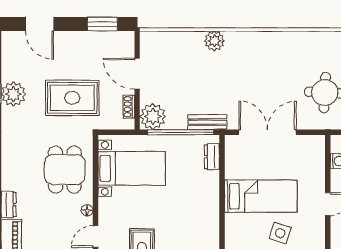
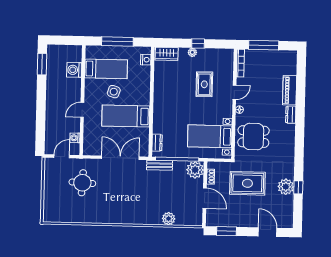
plant: (214, 41) -> (169, 219), moved
double door: (268, 132) -> (120, 158), swing flipped
dining table: (65, 170) -> (253, 137), turned 90

